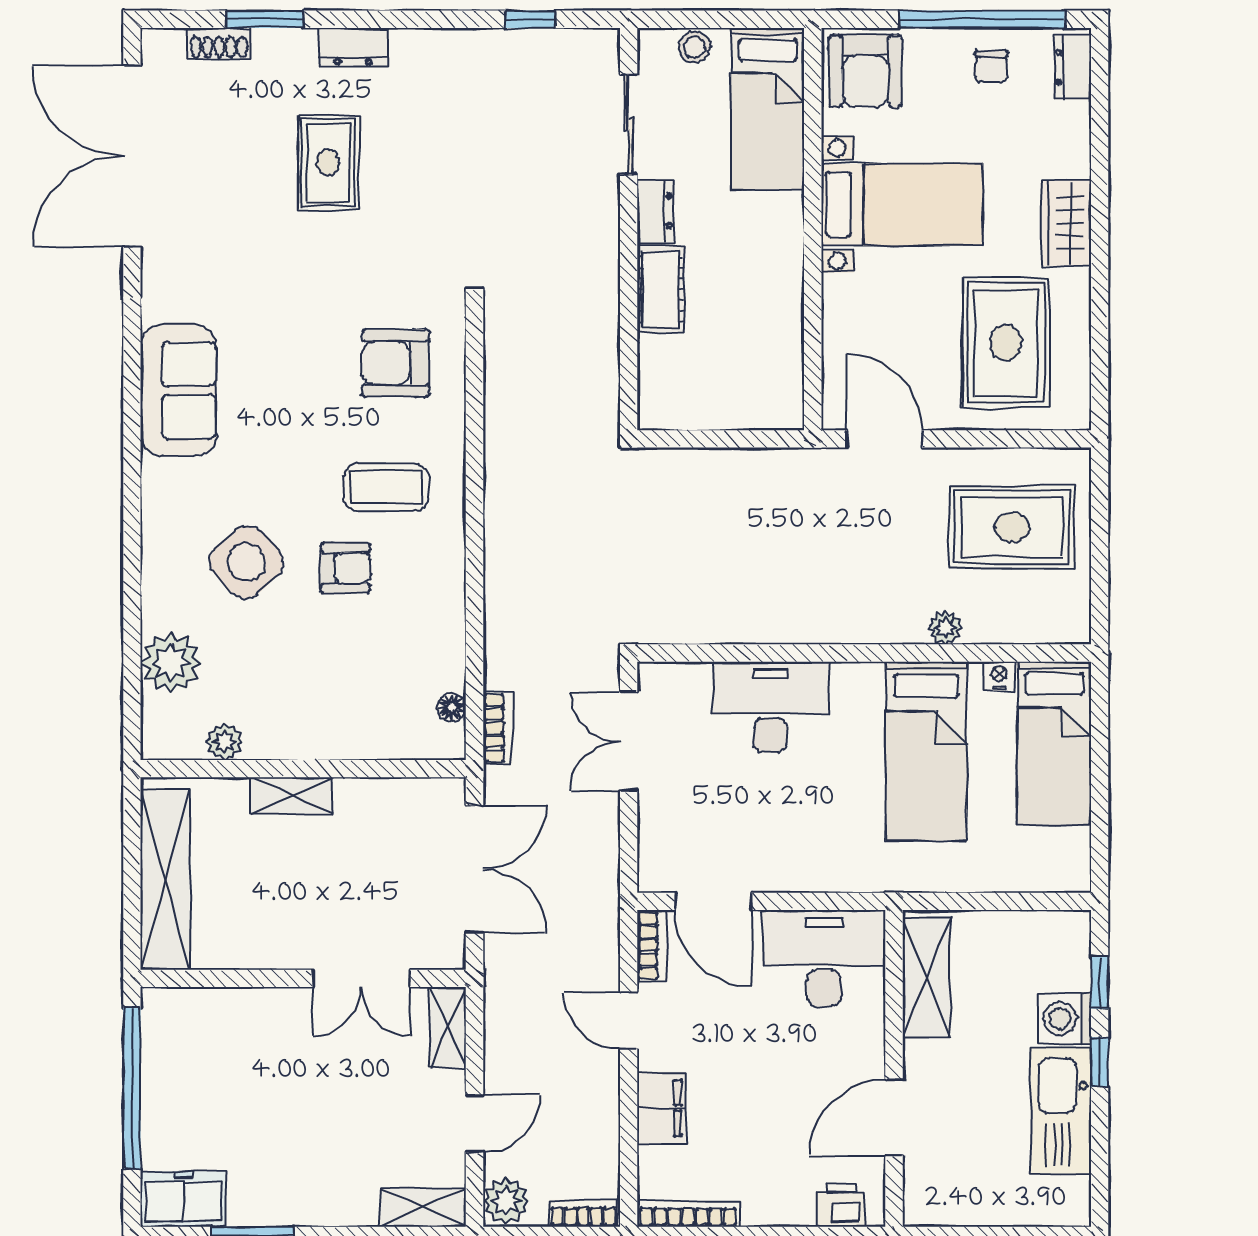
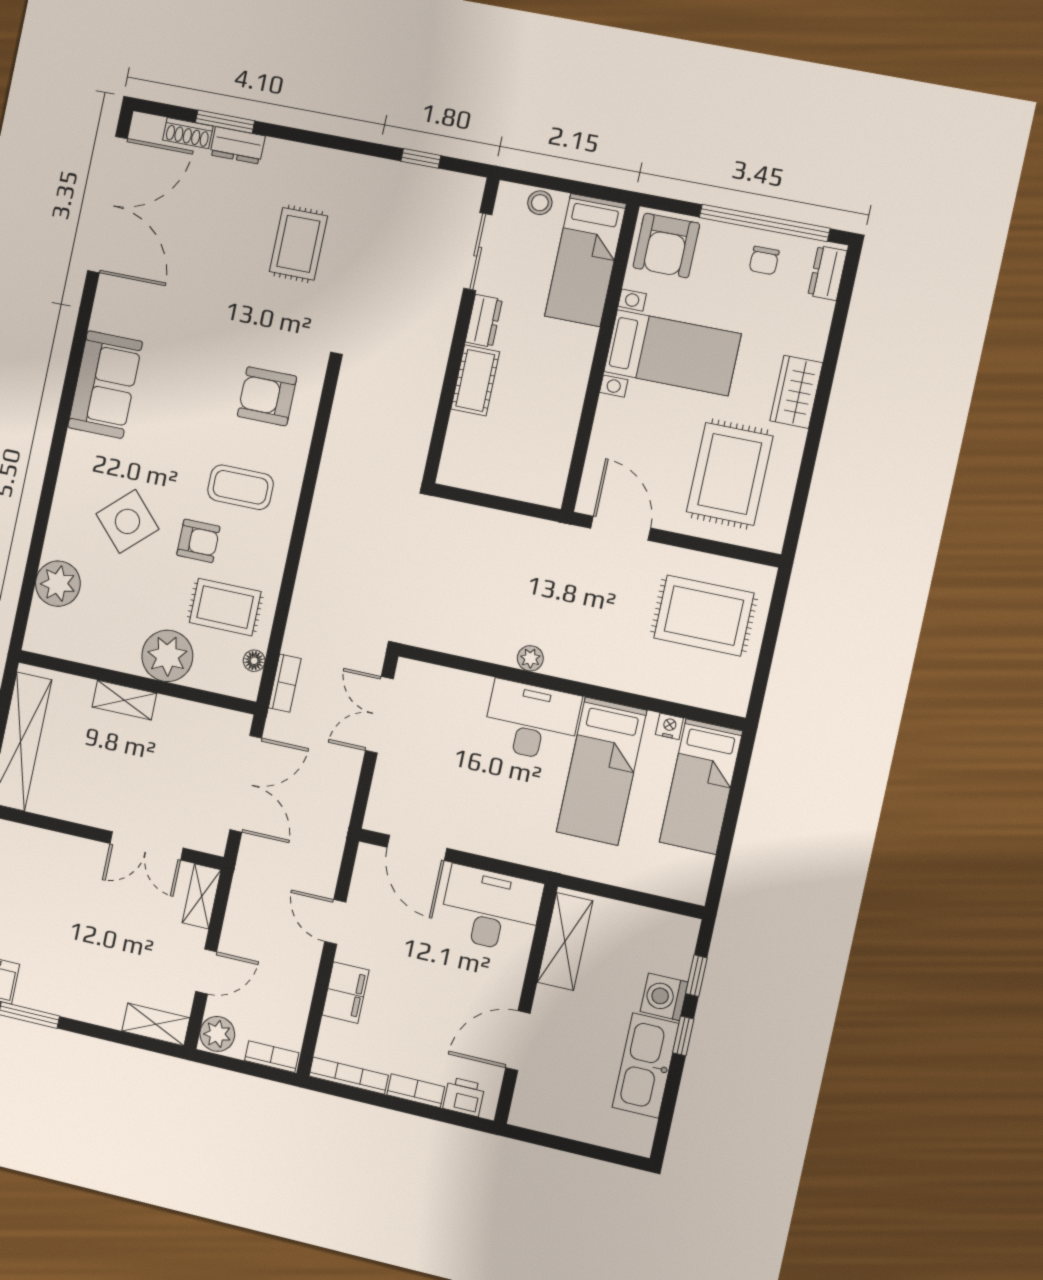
dresser: (353, 47) -> (238, 145), moved
double door: (132, 156) -> (107, 205), swing flipped
rug: (328, 163) -> (298, 244), moved
plant: (946, 628) -> (530, 658), moved
rug: (399, 646) -> (225, 607), added
desk: (770, 707) -> (532, 721), moved
plant: (224, 742) -> (167, 656), moved, width x1.88, depth x1.88
bookcase: (651, 946) -> (416, 1091), moved, turned -90

